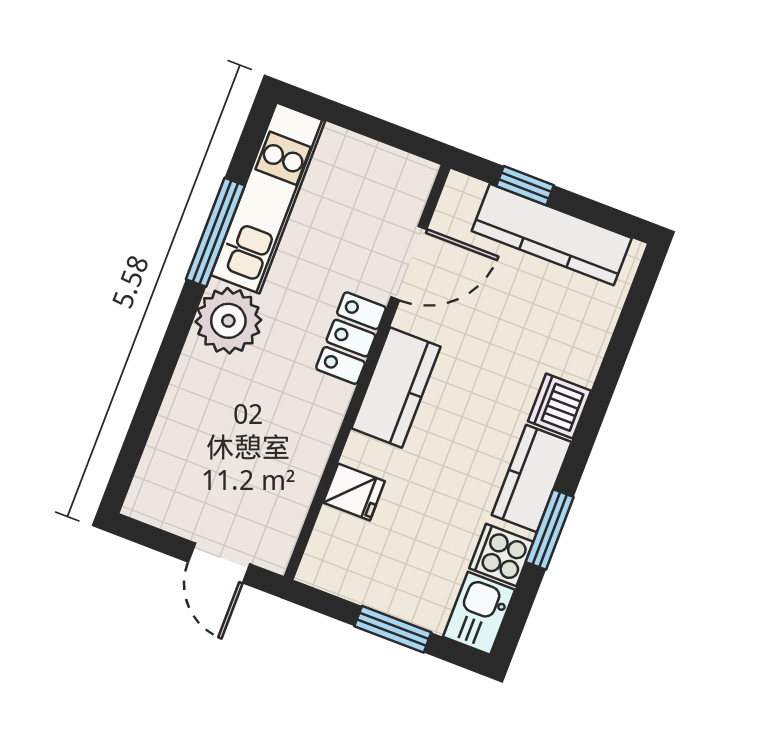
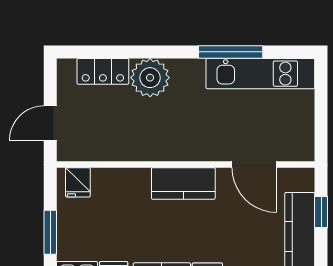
plant: (228, 321) -> (150, 78), moved
locker: (351, 338) -> (103, 71), moved, turned 180
fridge: (354, 492) -> (78, 182), moved

